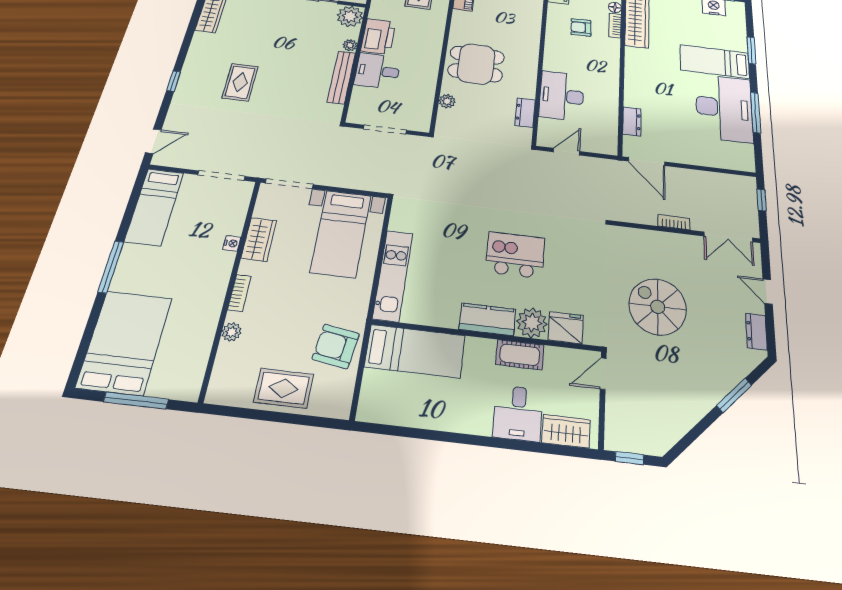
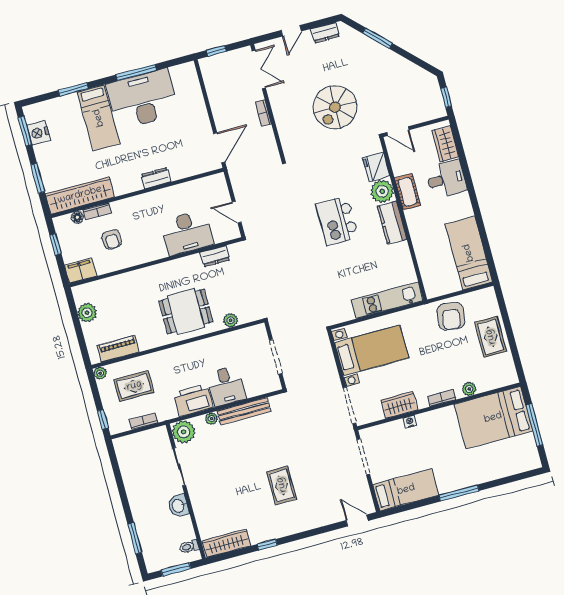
dining table: (476, 64) -> (186, 311), turned 90
window: (174, 81) -> (267, 545), moved
rug: (240, 82) -> (282, 485), turned 90
dresser: (632, 121) -> (156, 178), moved
bed: (125, 342) -> (493, 418), moved
bed: (415, 351) -> (469, 253), moved

